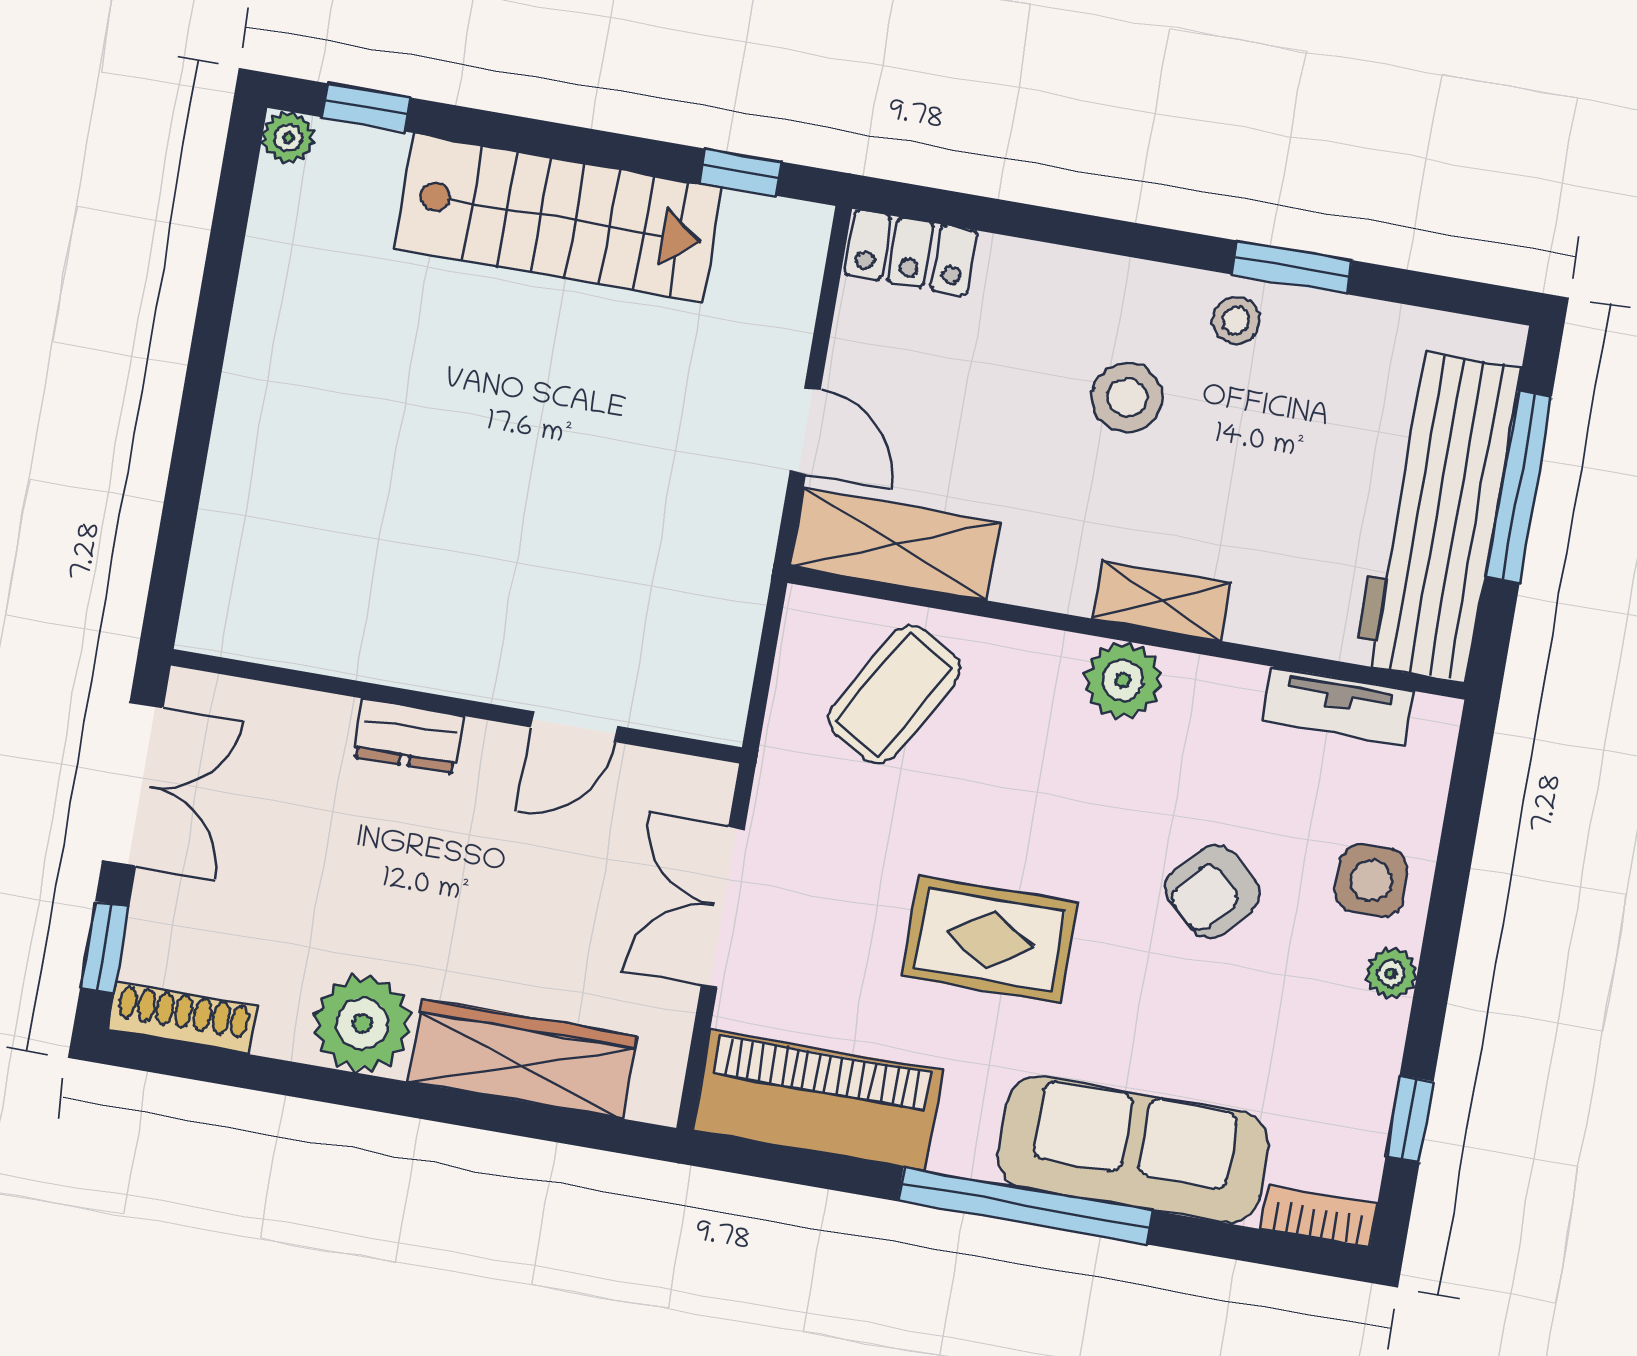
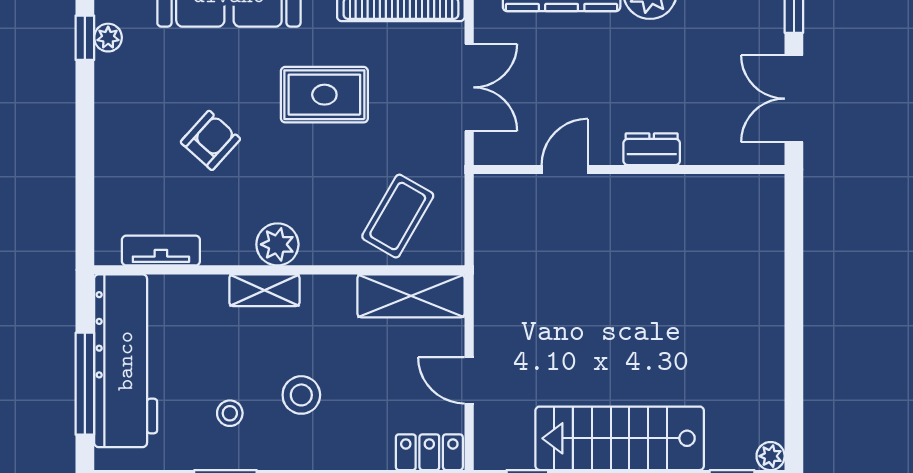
stool: (1236, 320) -> (230, 413), moved
door: (805, 431) -> (469, 380), moved
side table: (1371, 880) -> (127, 161), removed
plant: (1391, 973) -> (108, 38), moved

